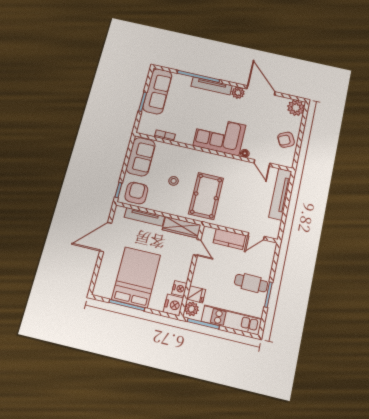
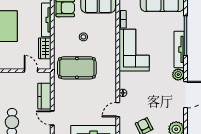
corner sofa: (219, 135) -> (134, 50), moved
wardrobe: (182, 227) -> (45, 48), width x0.67
door: (197, 247) -> (31, 71), swing flipped

